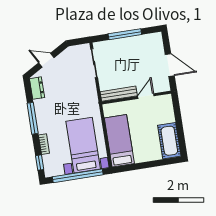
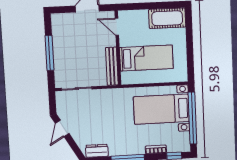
door: (46, 60) -> (62, 128), moved
door: (146, 96) -> (117, 27), moved
bed: (119, 141) -> (146, 58), moved, turned 180

